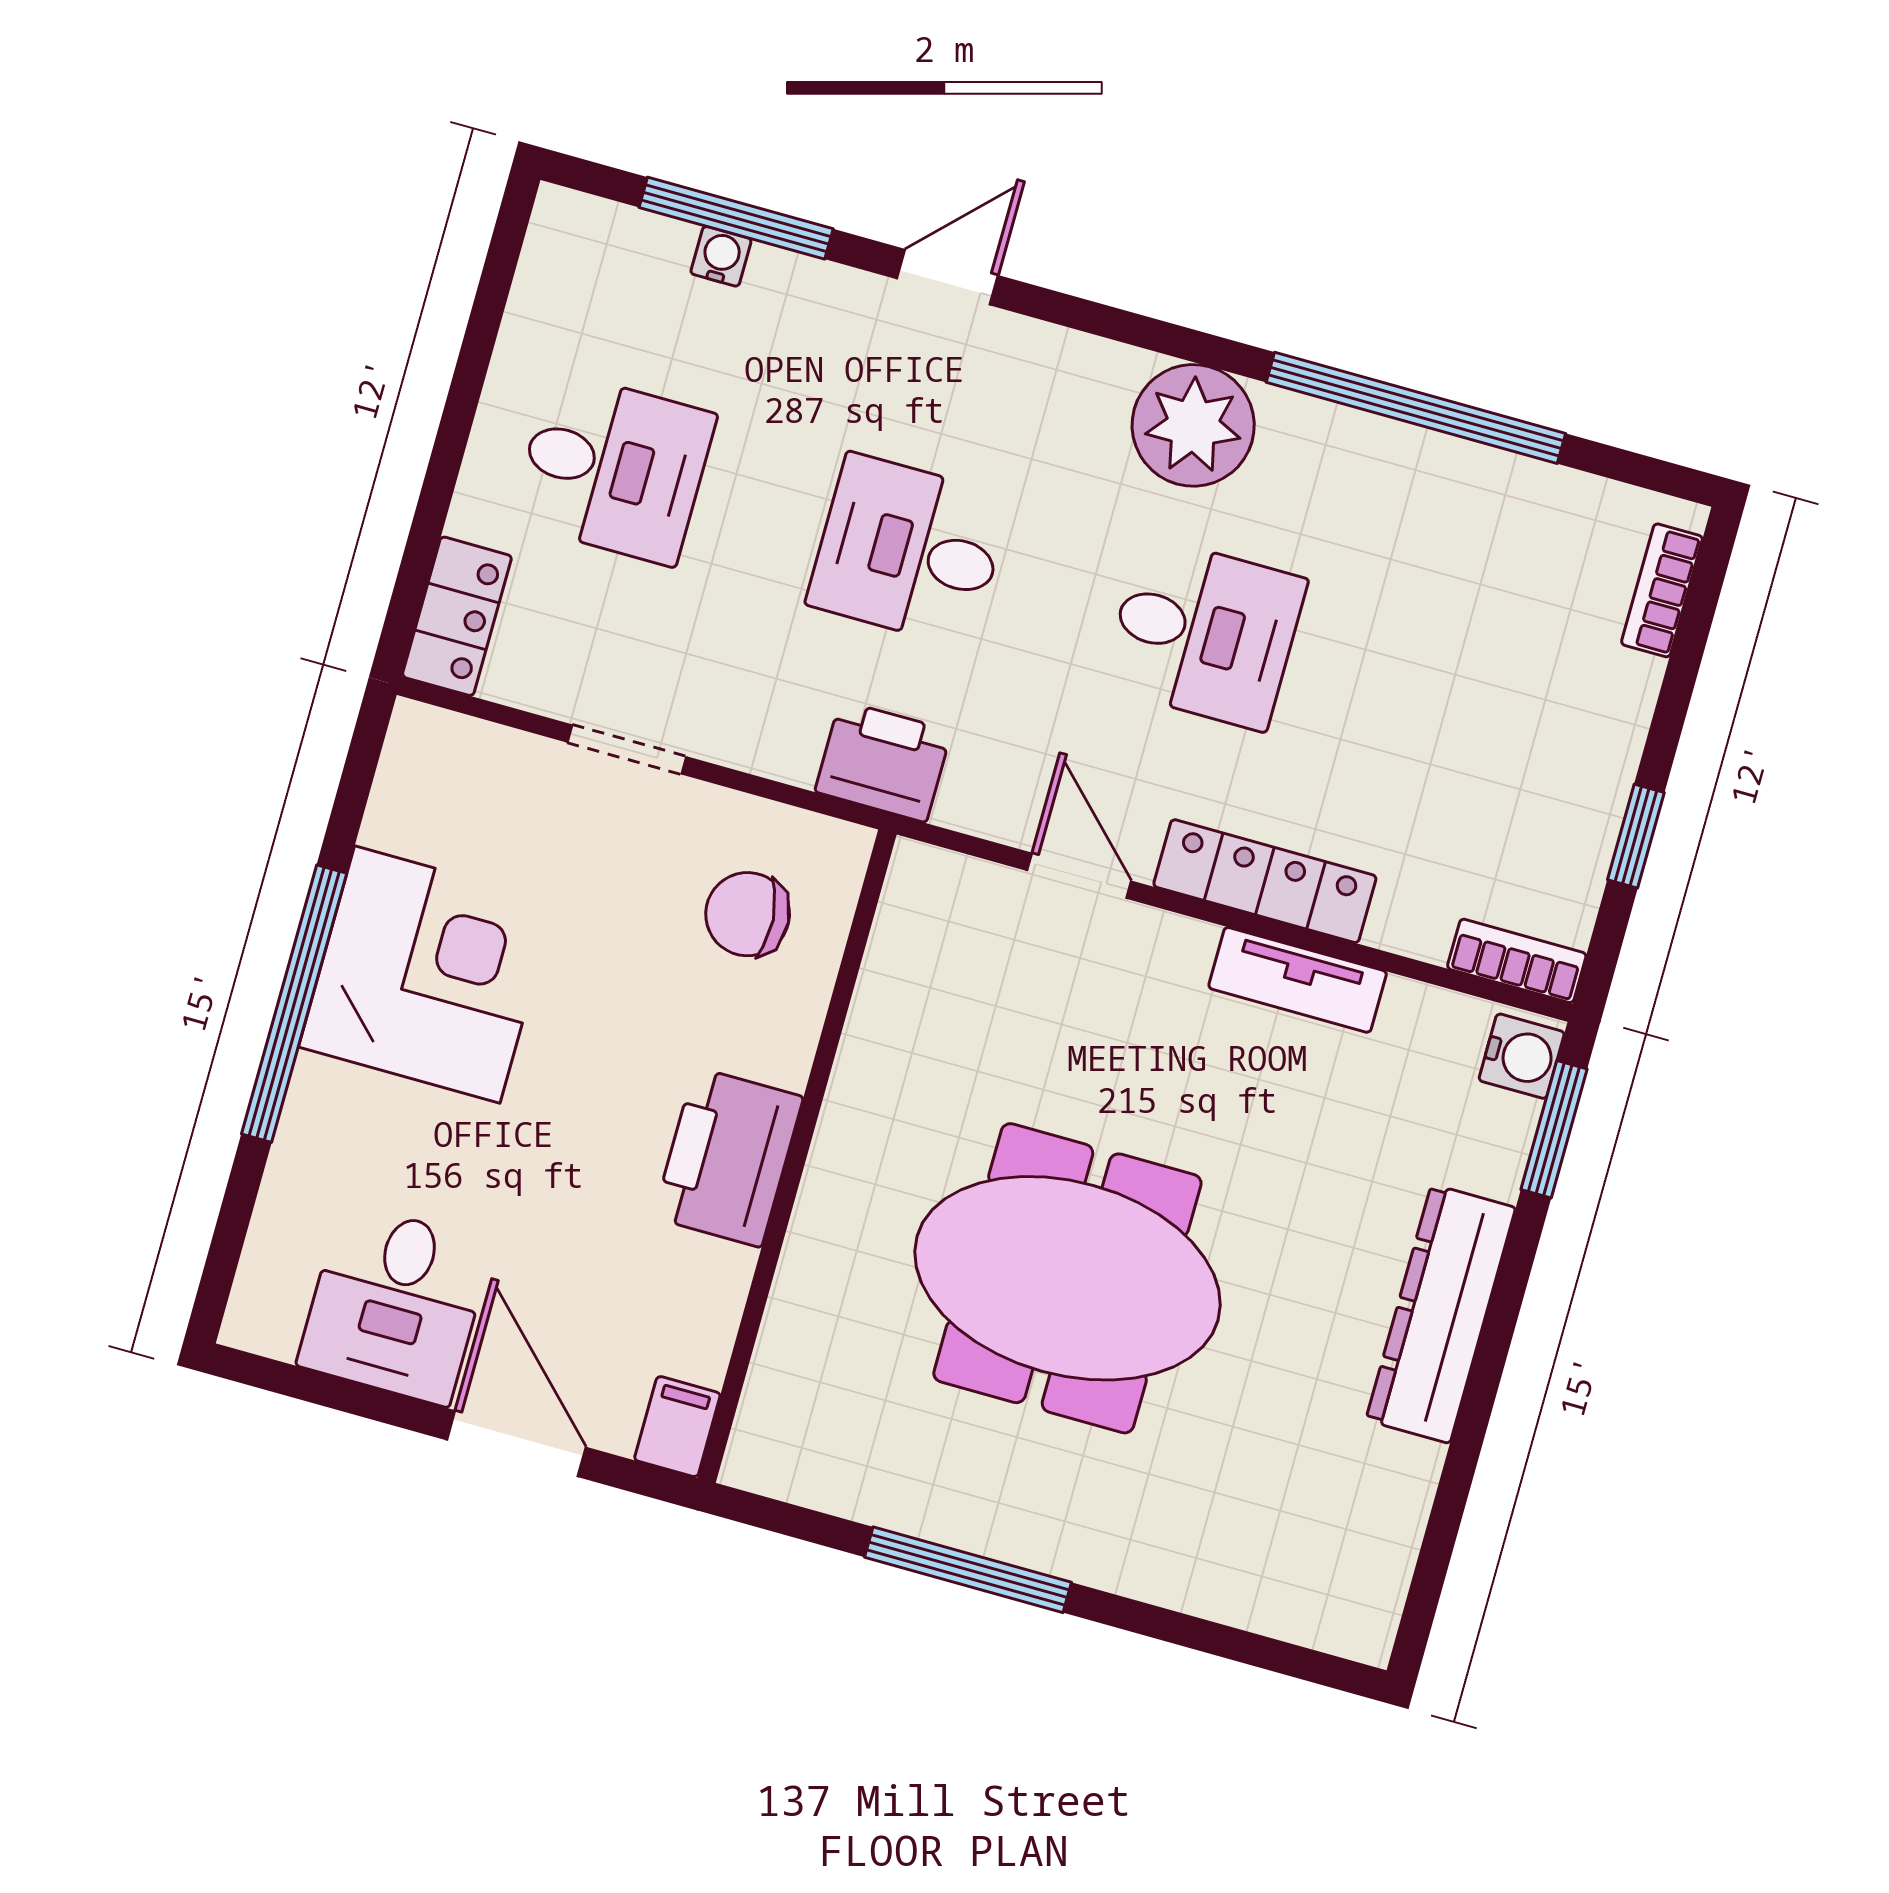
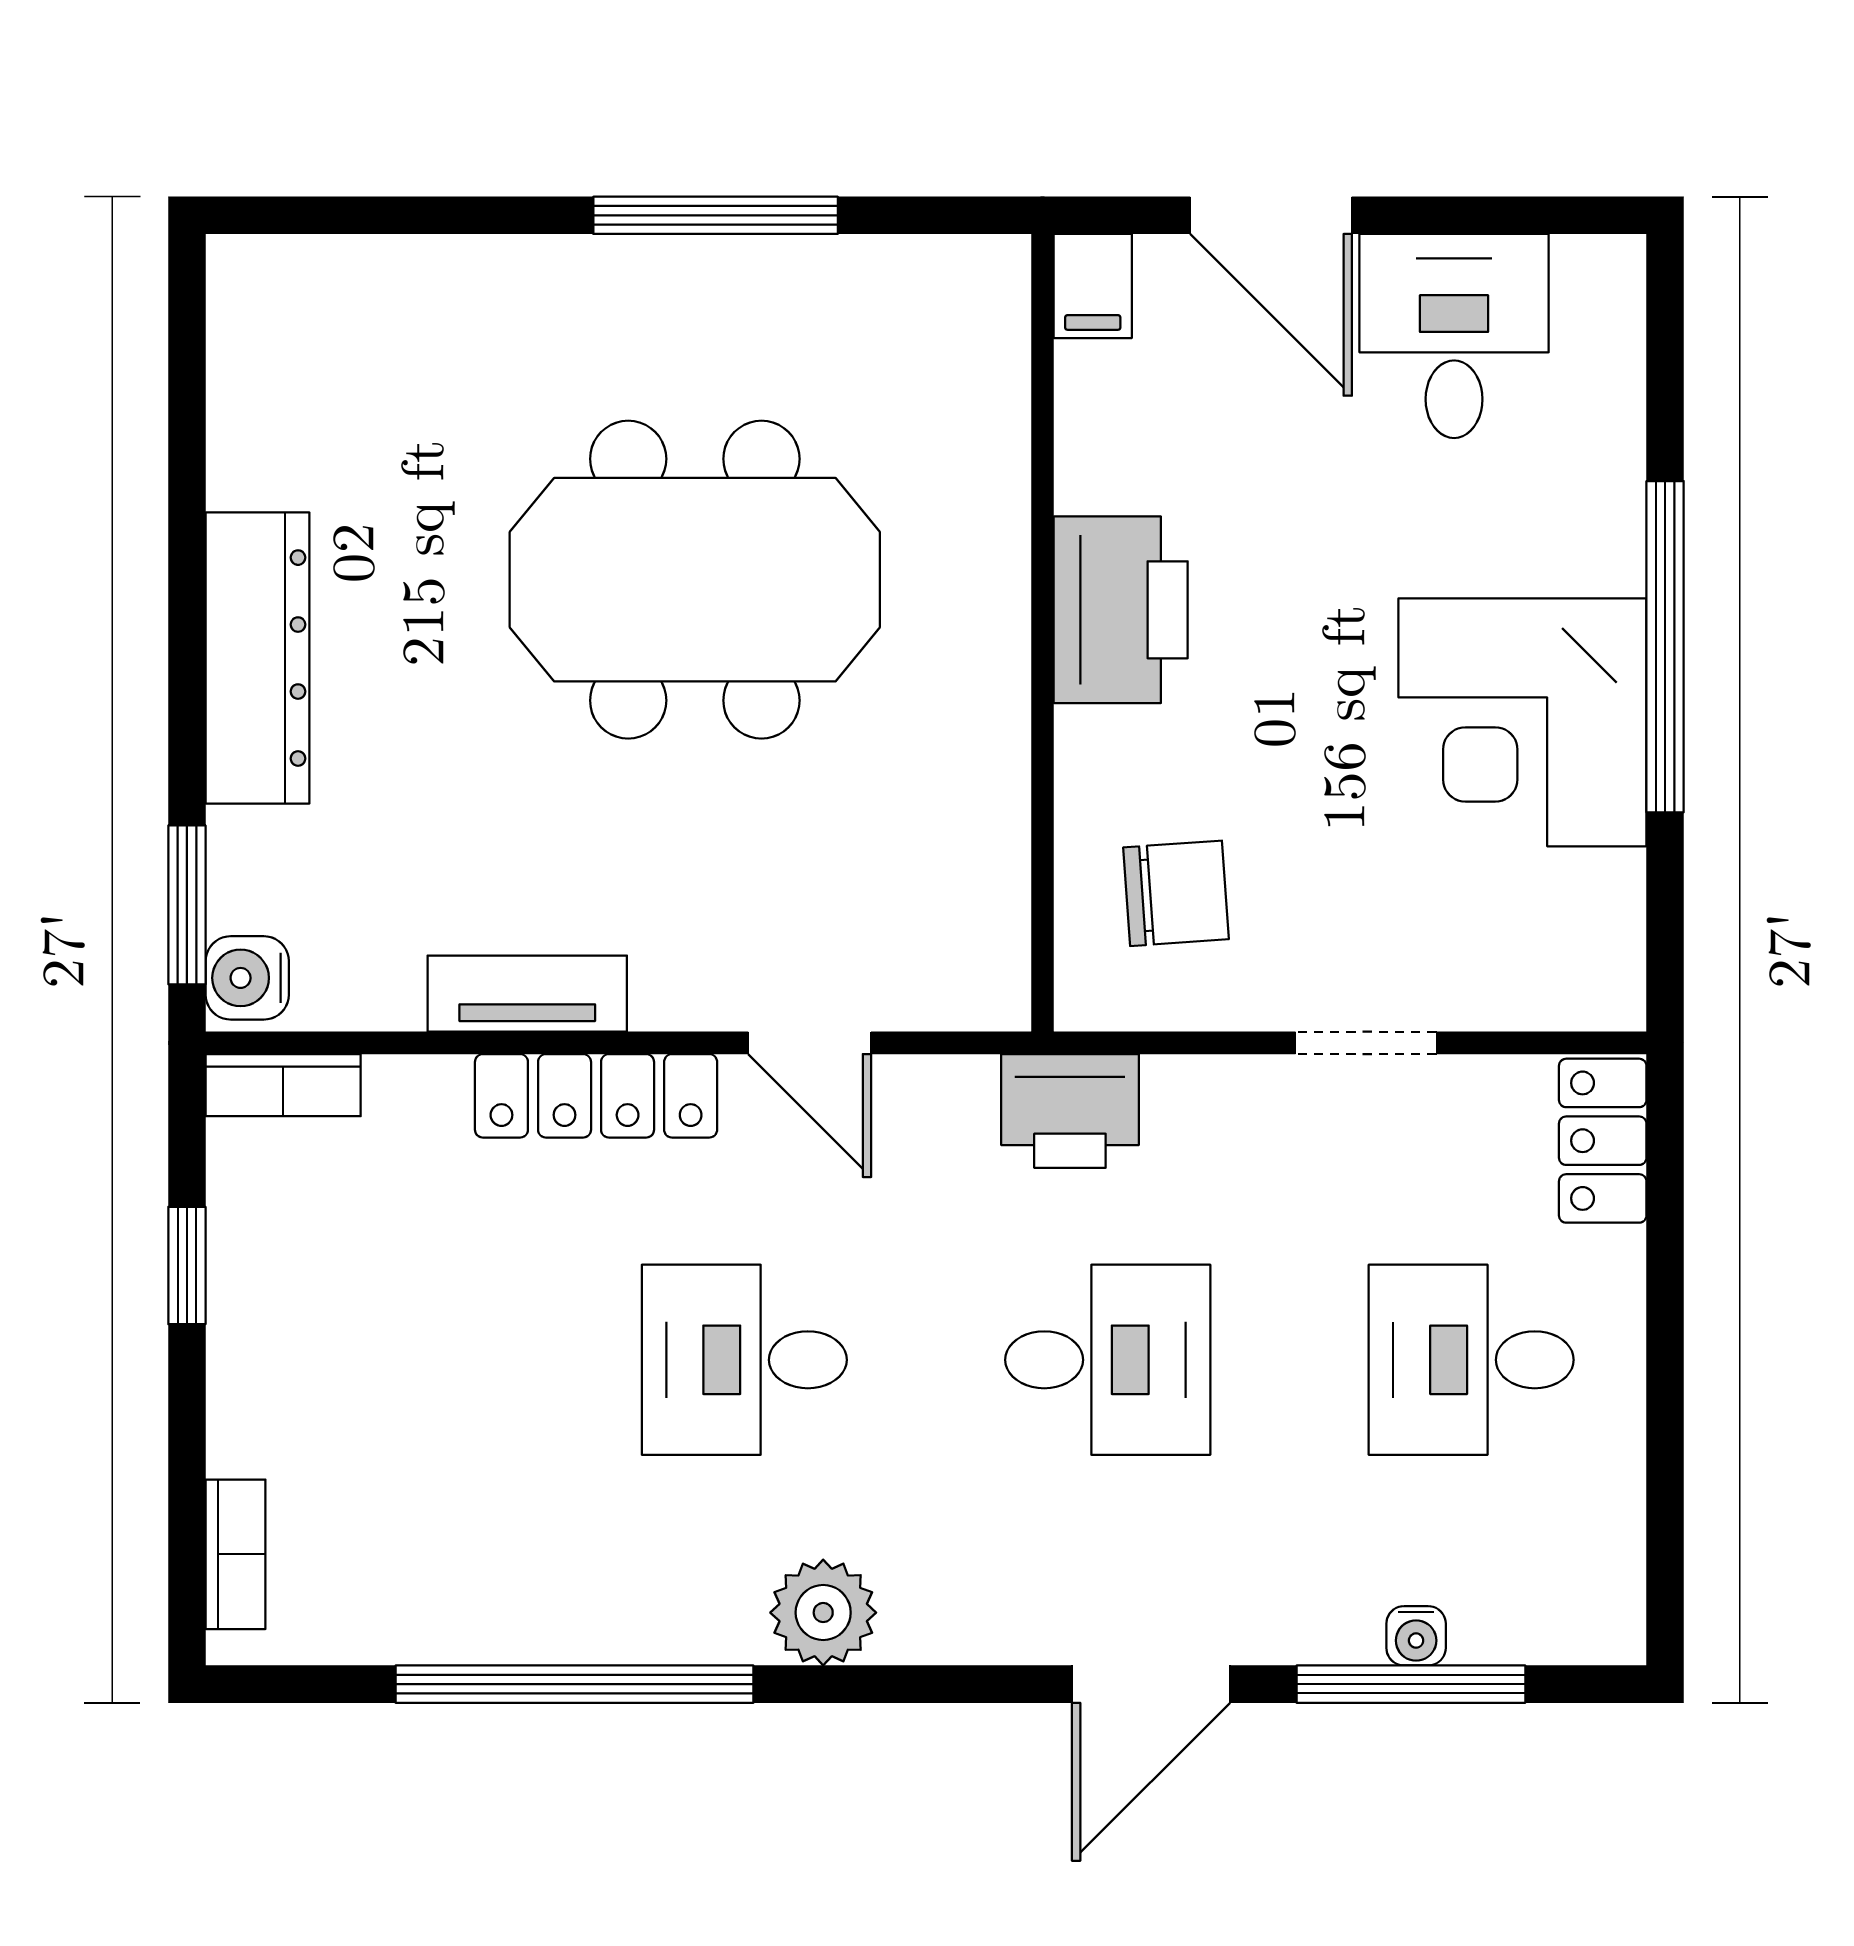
door: (947, 277) -> (1151, 1684), width x1.38
plant: (1193, 425) -> (823, 1613), width x0.73, depth x0.73

